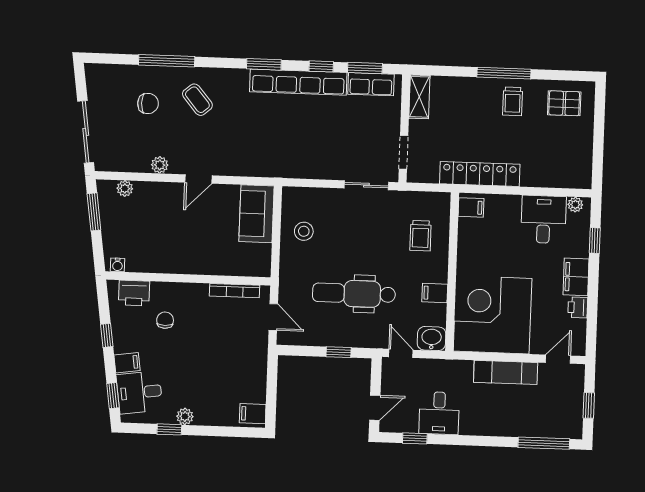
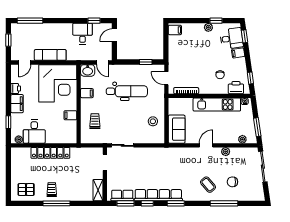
locker: (480, 174) -> (50, 153), moved
filing cabinet: (471, 207) -> (70, 115), moved
kitchen unit: (174, 260) -> (217, 105), added
window: (107, 335) -> (250, 78), moved
window: (339, 352) -> (146, 62), moved

